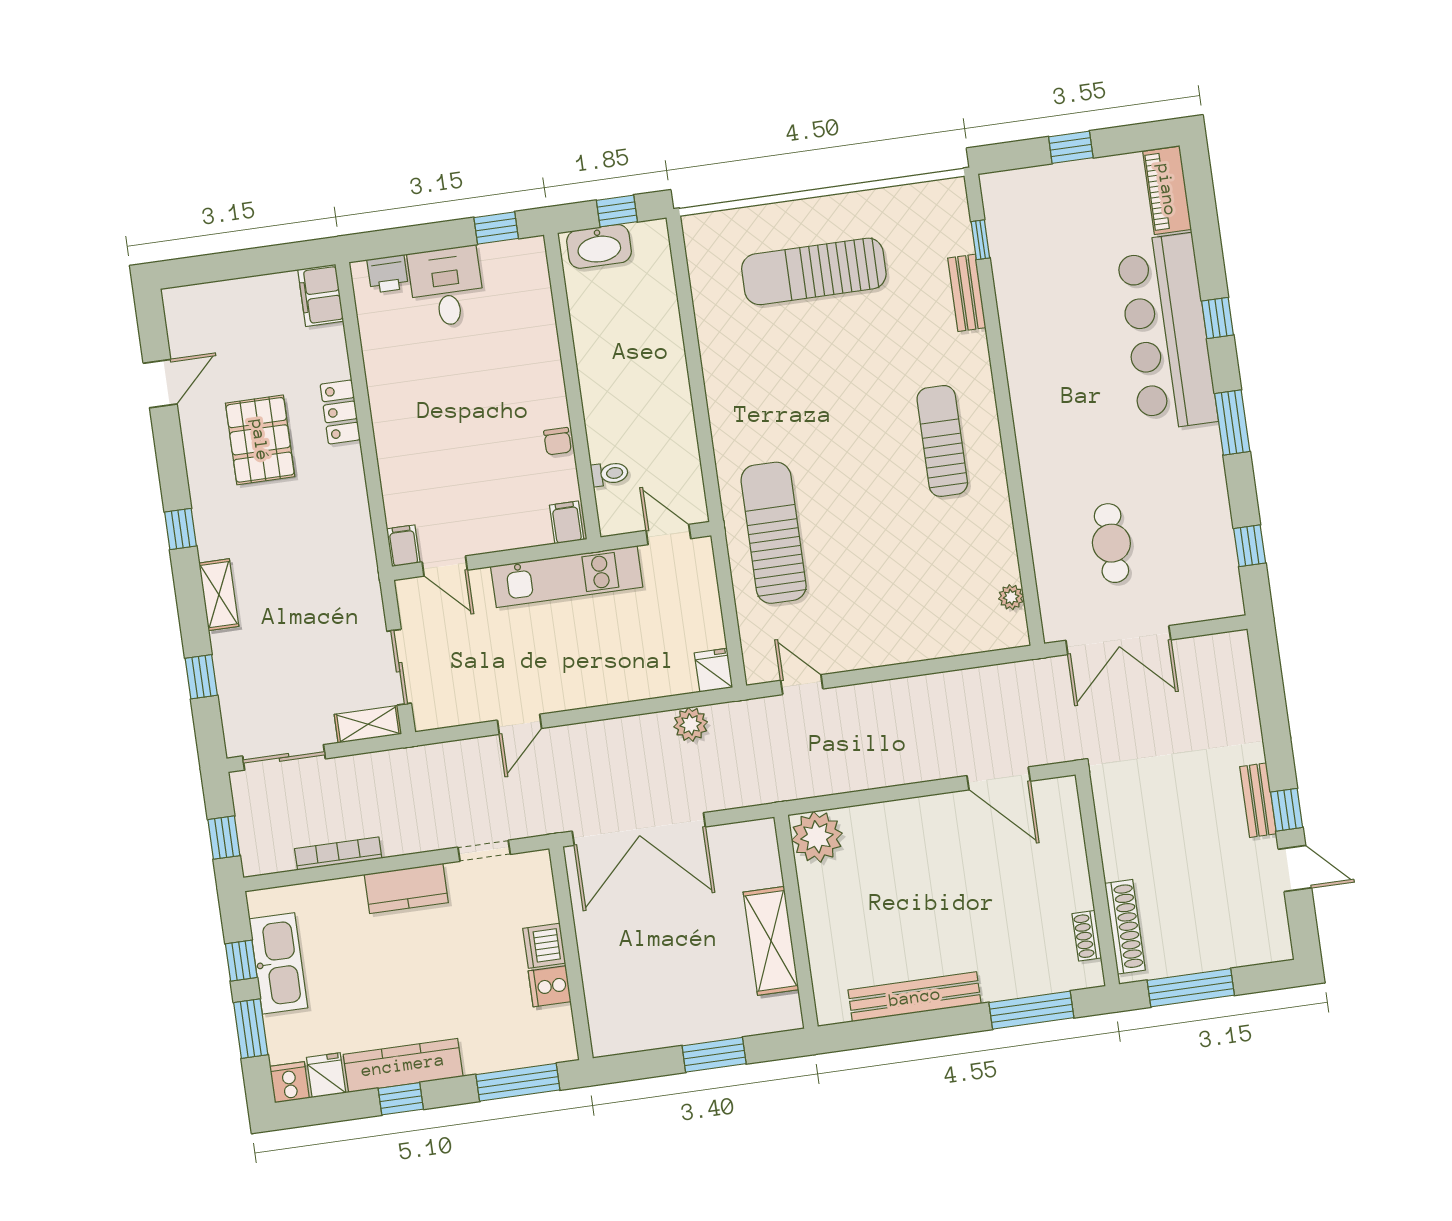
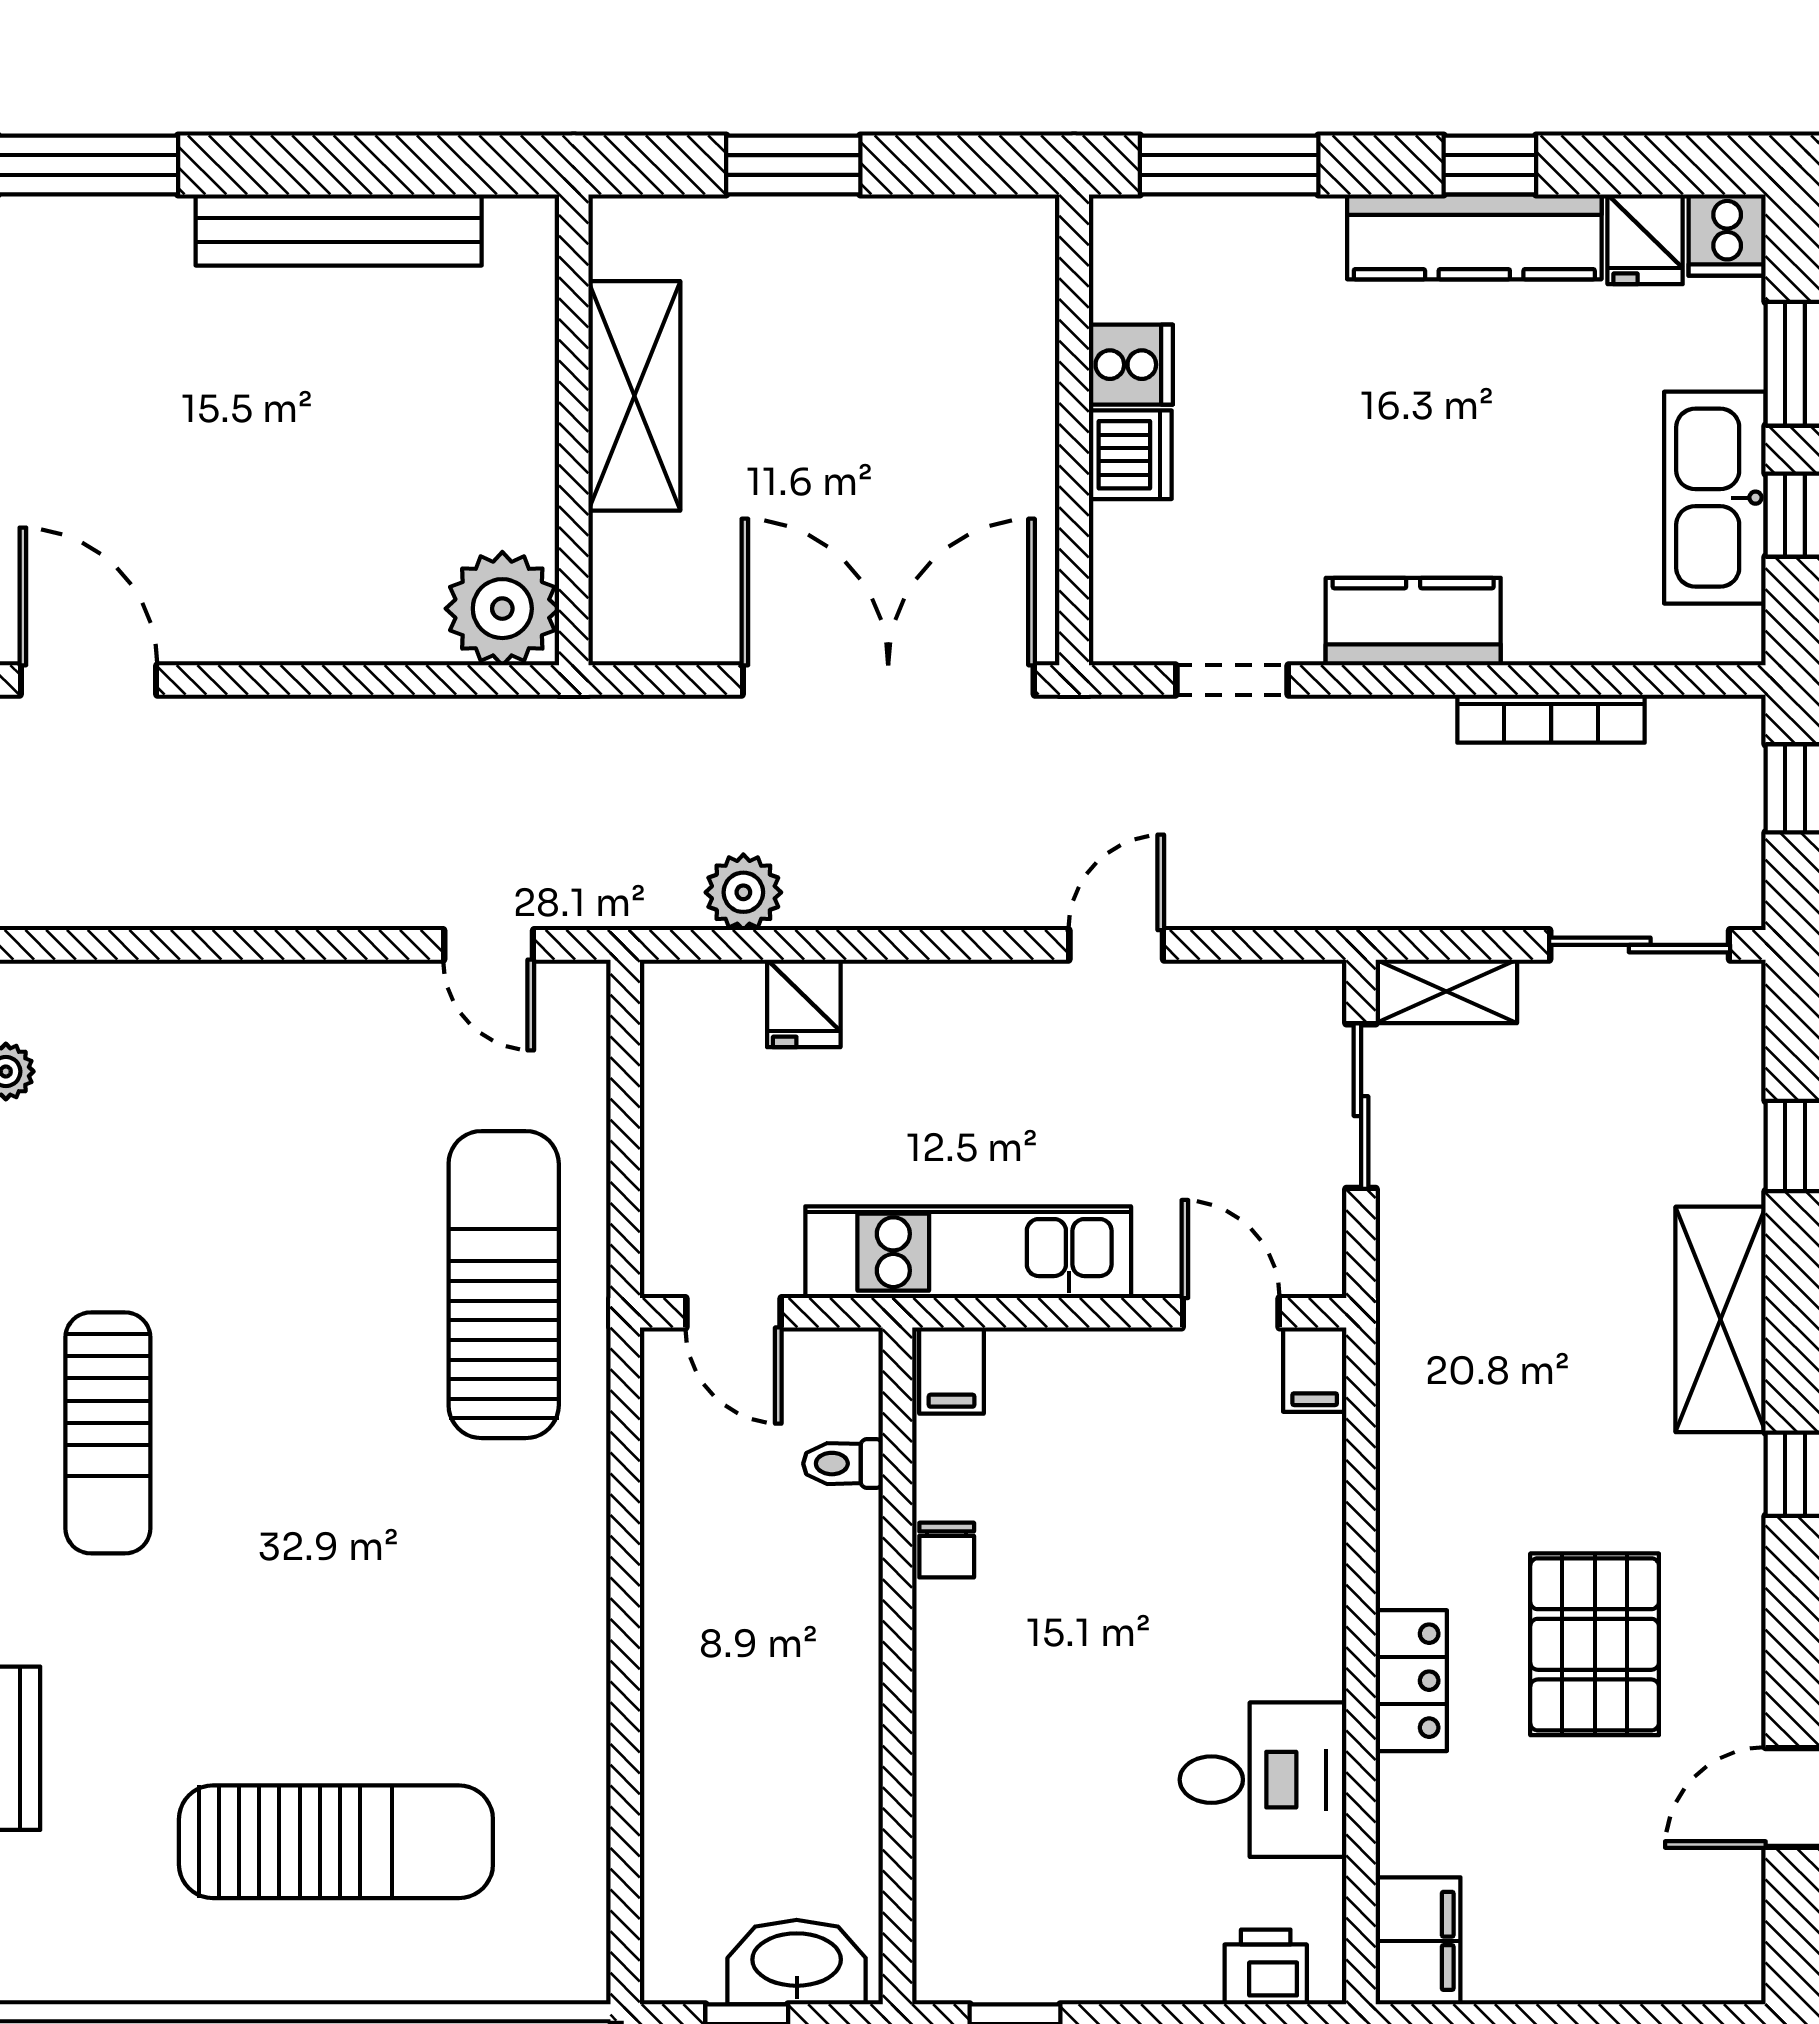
desk: (446, 287) -> (1263, 1780), moved, turned -90
chair: (557, 441) -> (947, 1550), turned 180
sun lounger: (774, 533) -> (504, 1285), turned 180
shelving: (219, 595) -> (1721, 1319), width x1.50, depth x1.33
fridge: (714, 670) -> (804, 1003), moved

